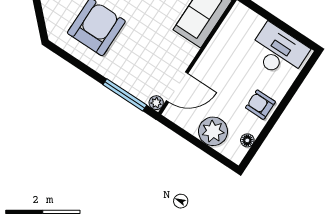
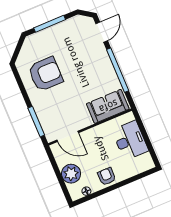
desk: (278, 52) -> (130, 140), moved
plant: (156, 103) -> (50, 137), removed

